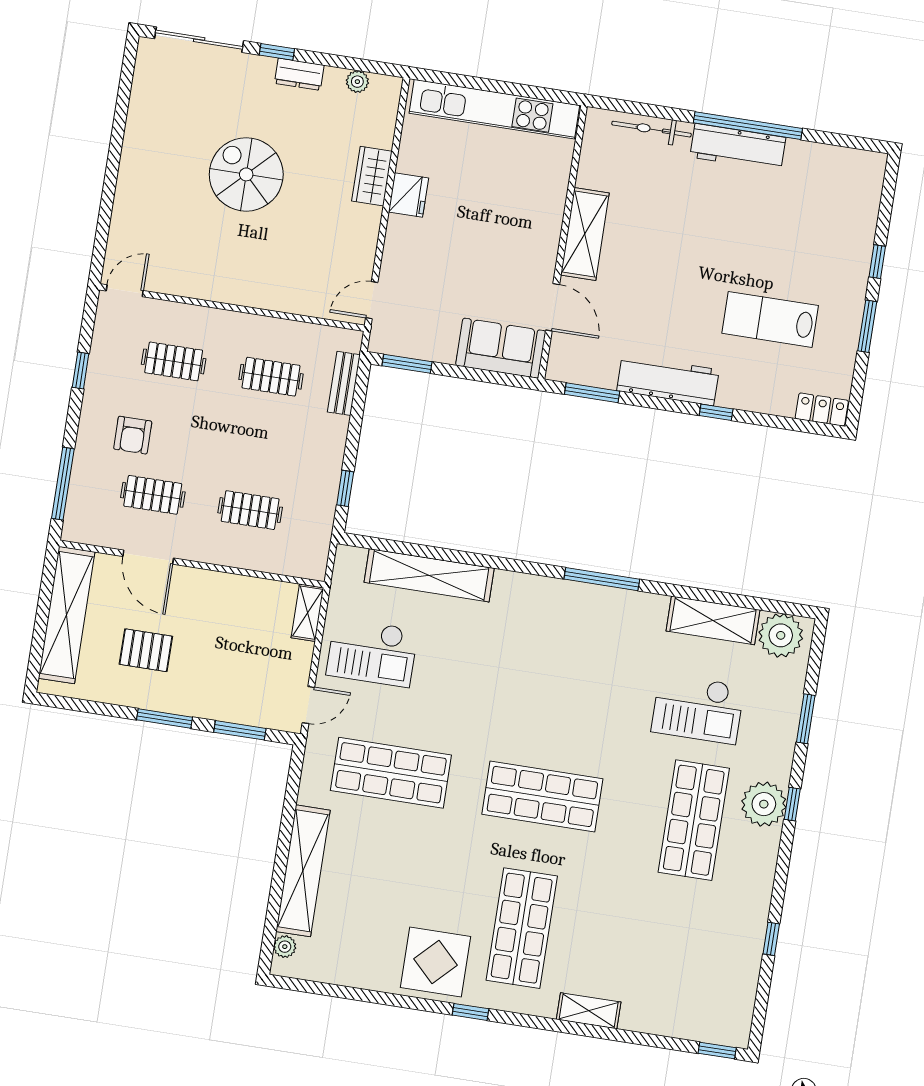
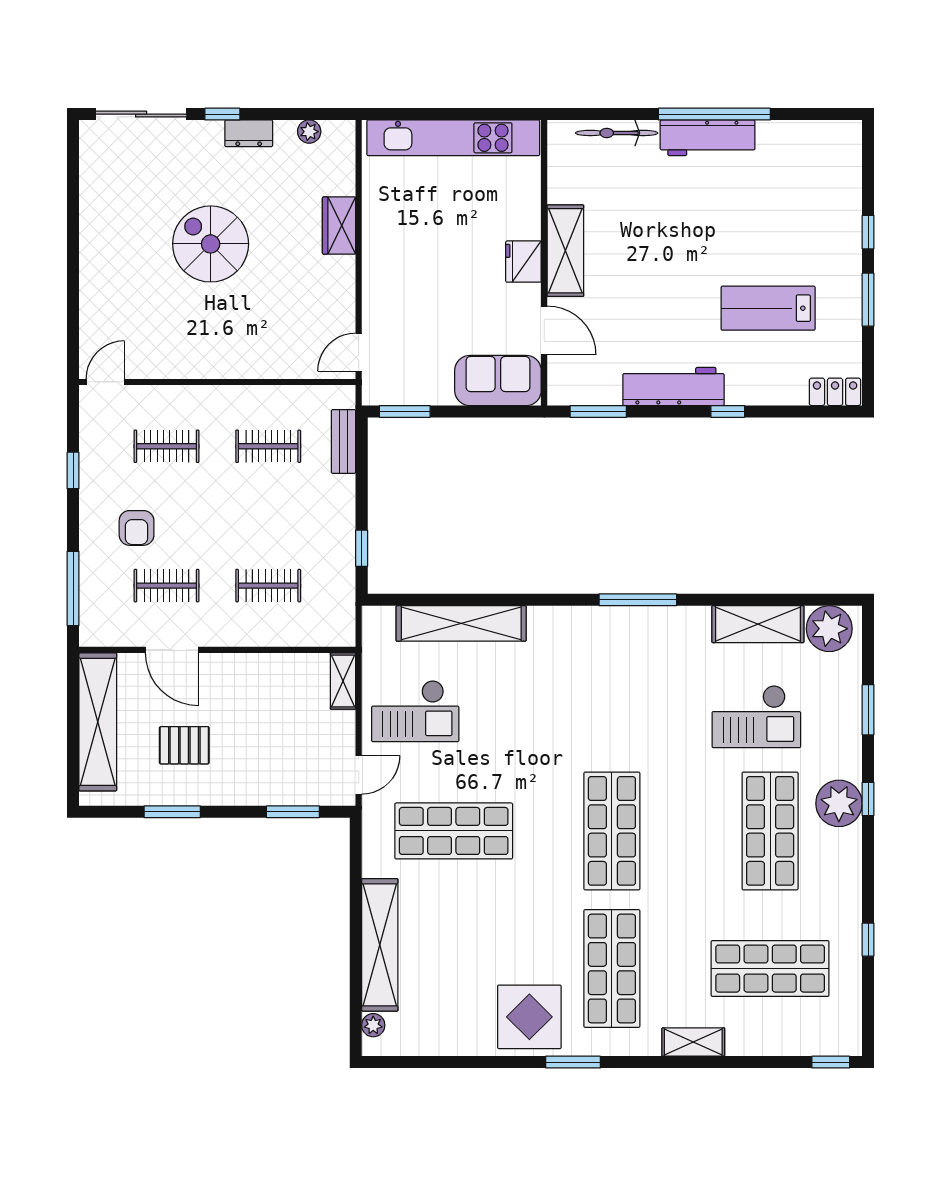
fridge: (408, 195) -> (523, 262), moved, turned 180
window: (164, 719) -> (172, 812), moved
shop shelf: (542, 796) -> (612, 831), turned 90
shop shelf: (673, 952) -> (770, 969), added
window: (470, 1012) -> (573, 1062), width x1.50

